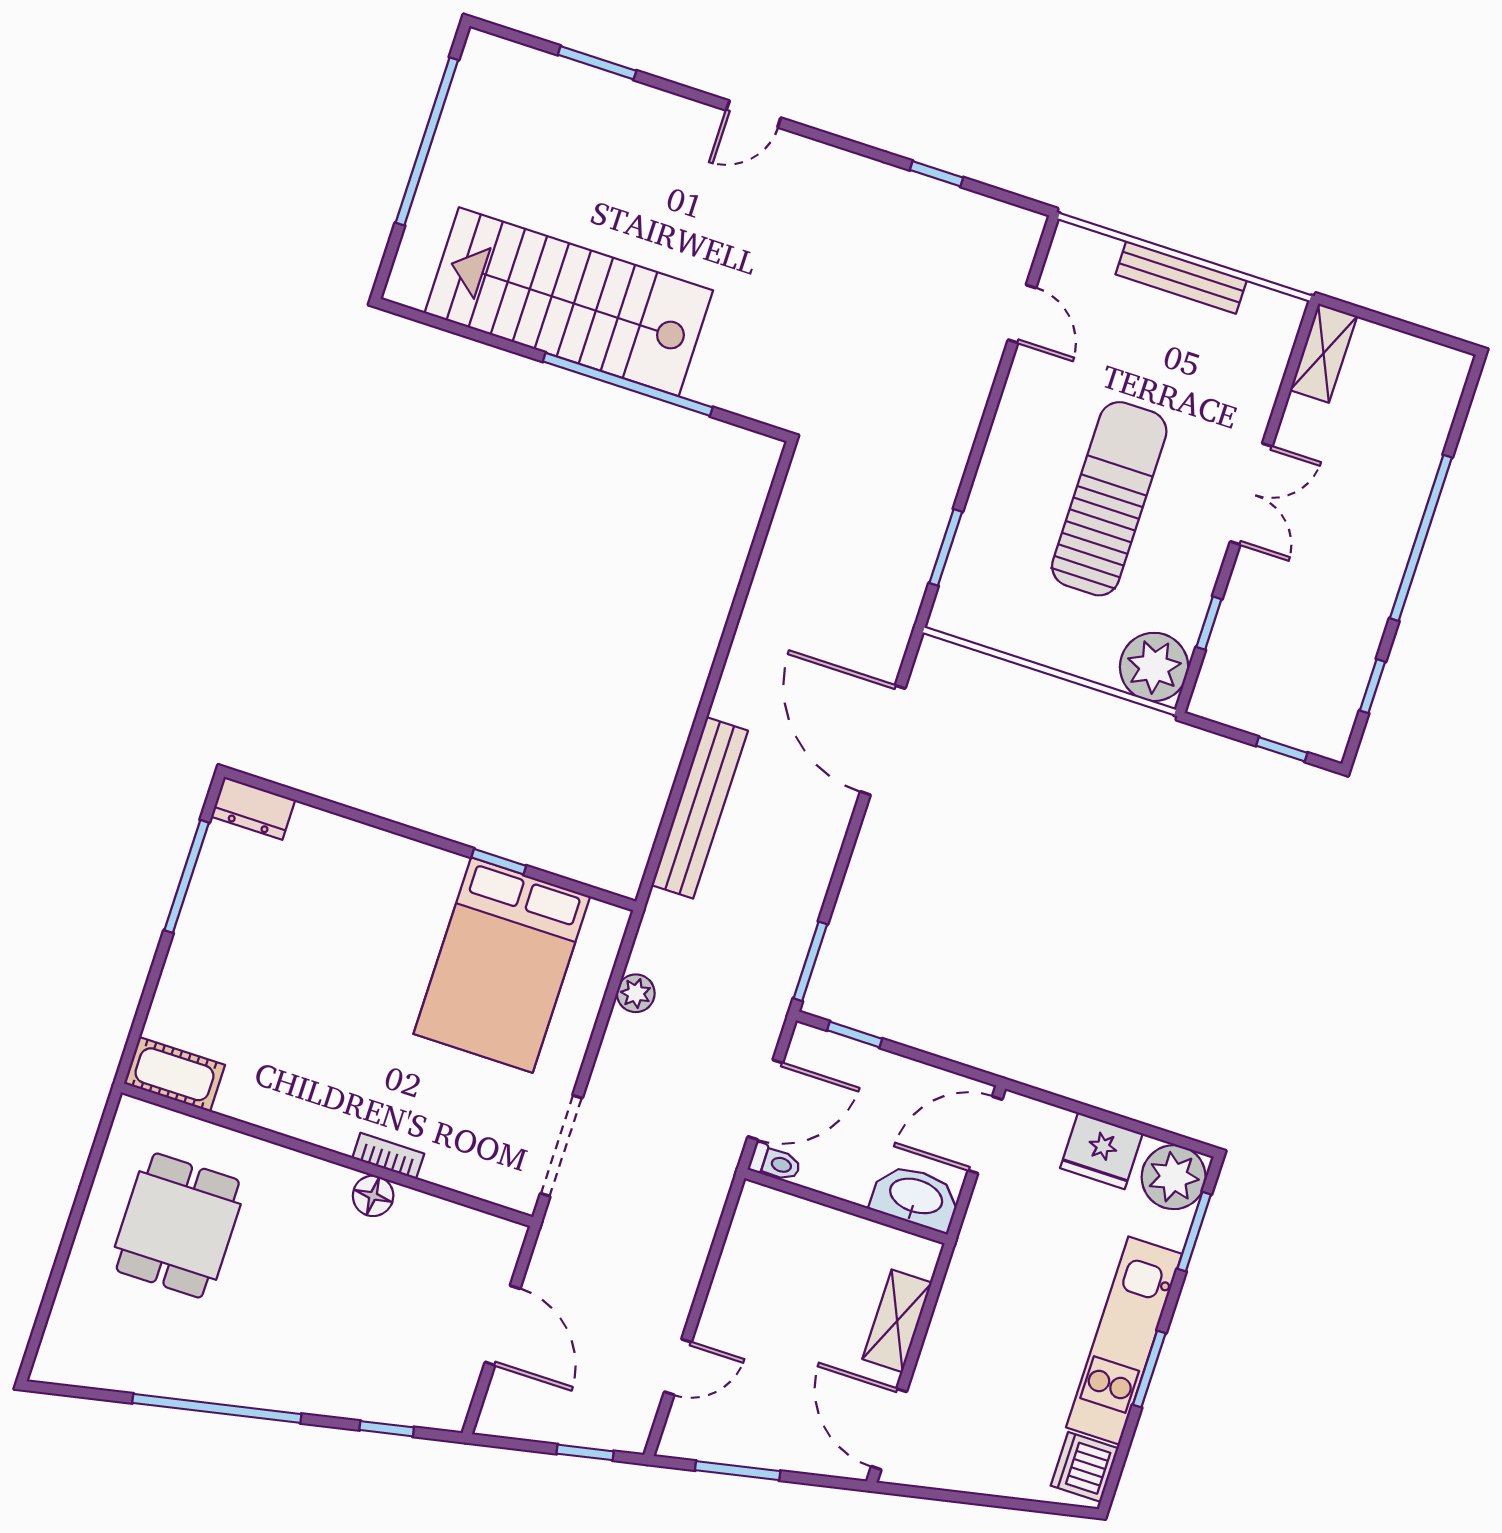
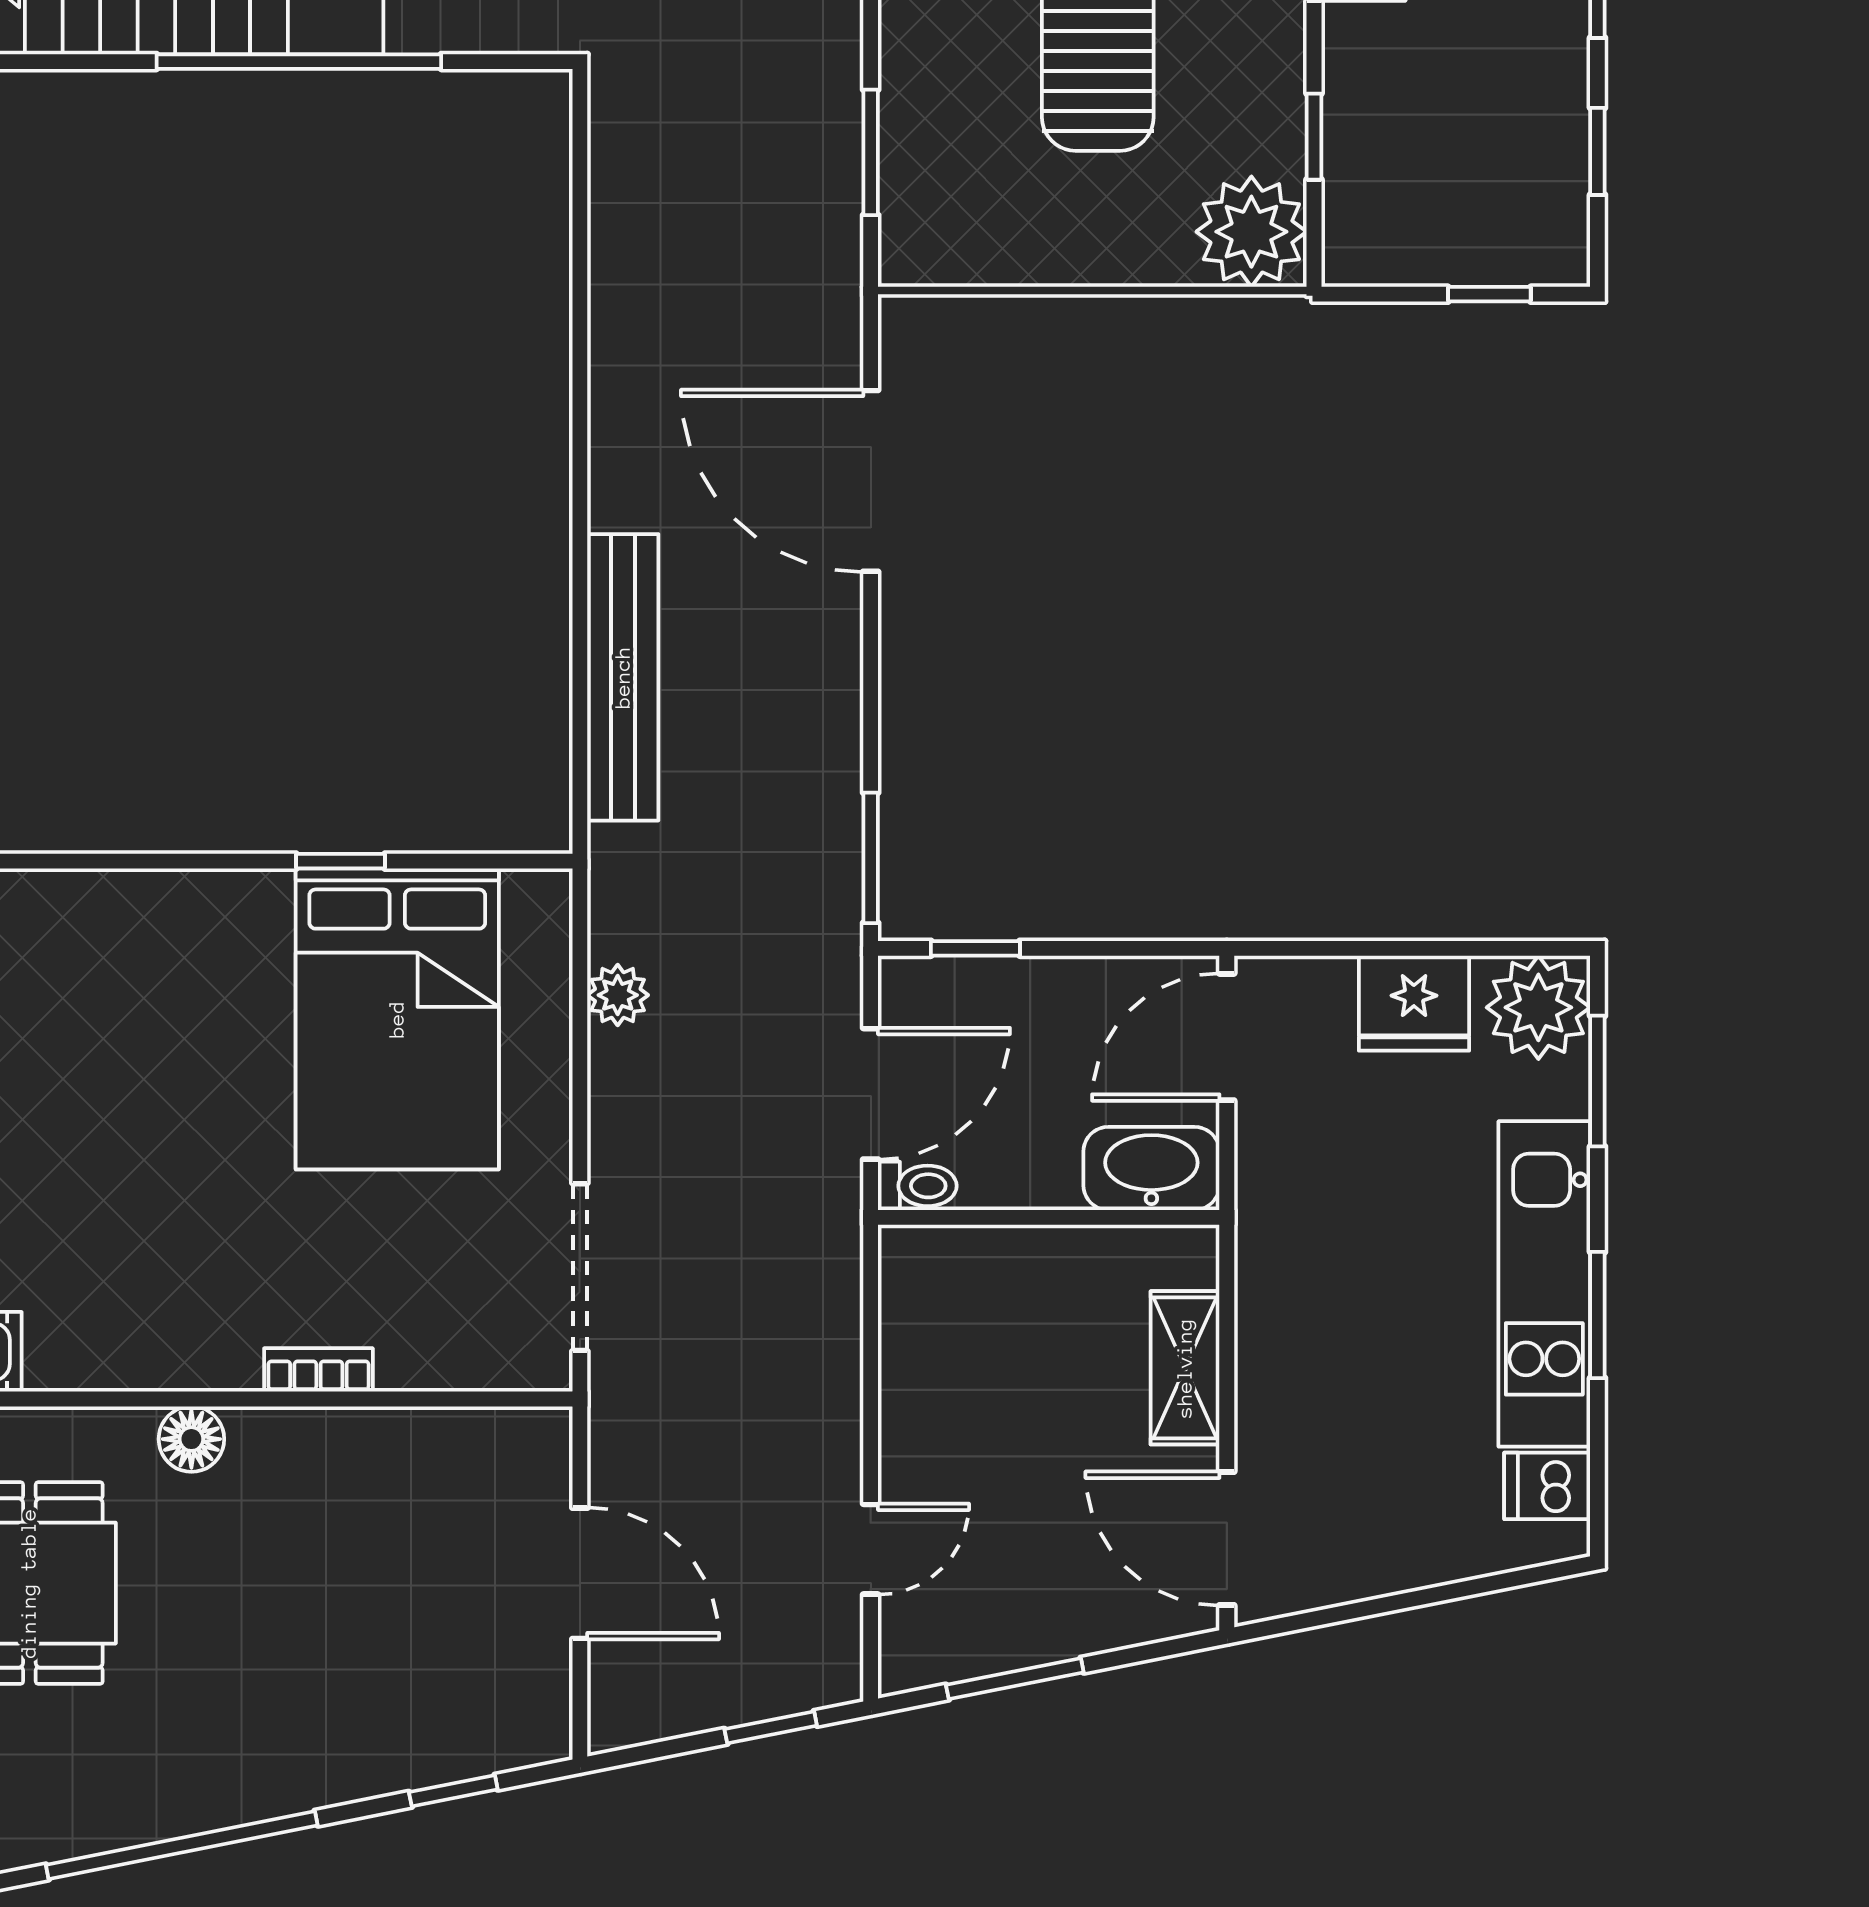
floor lamp: (373, 1196) -> (191, 1439), moved
dishwasher: (1085, 1467) -> (1547, 1486), width x0.73

